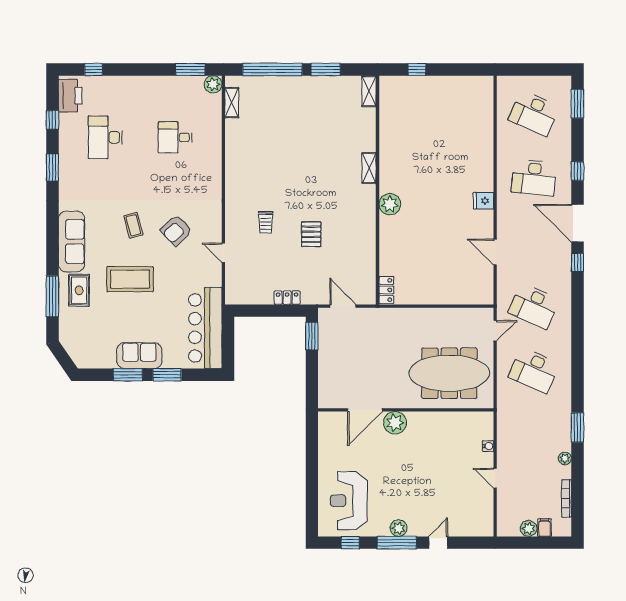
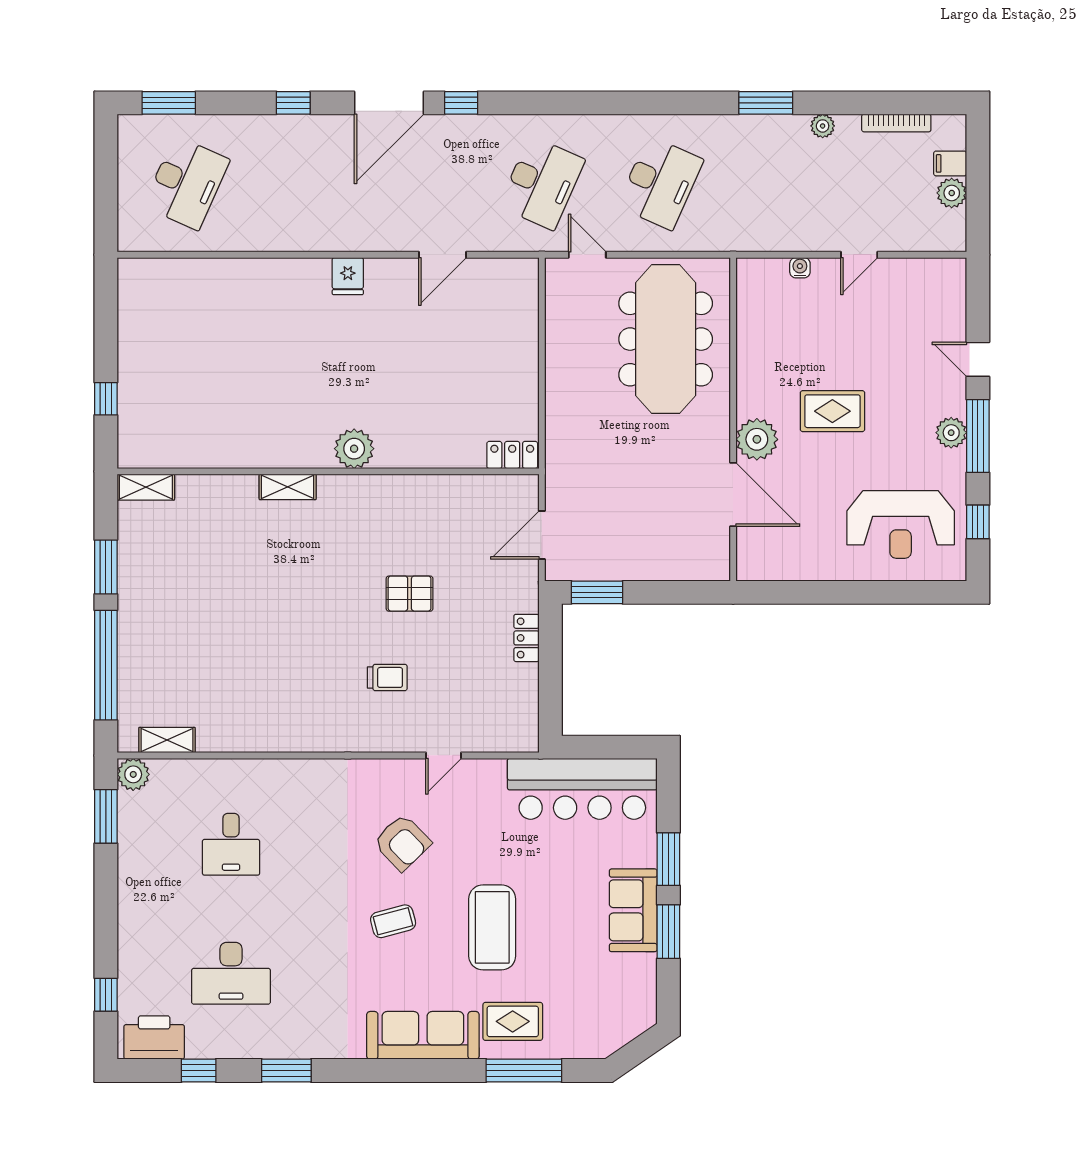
desk: (534, 178) -> (305, 183), removed
rug: (410, 464) -> (832, 411), added

